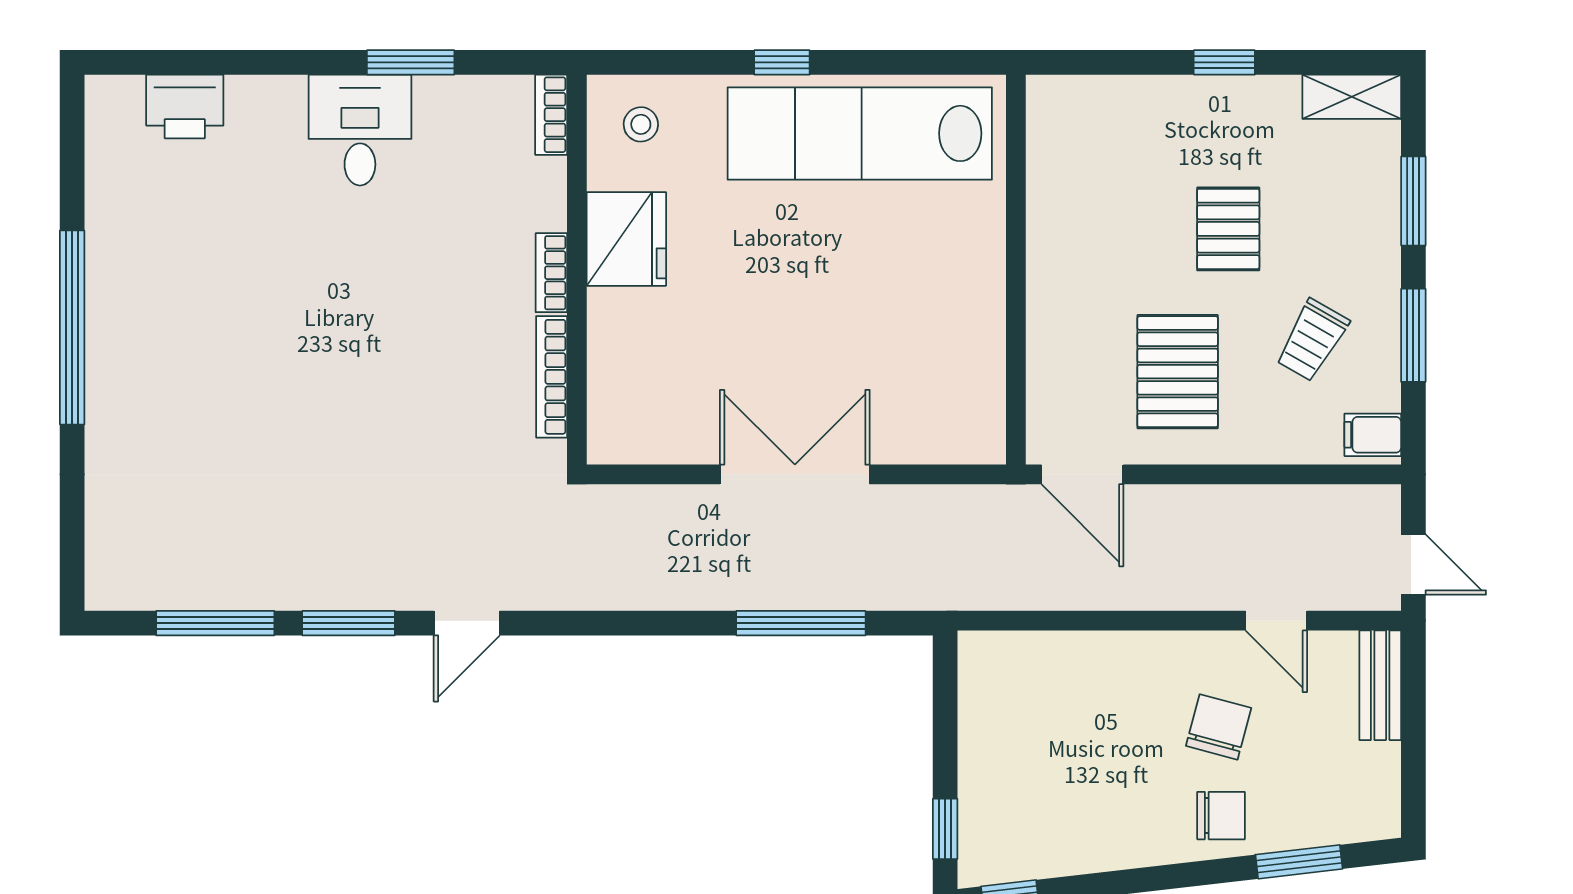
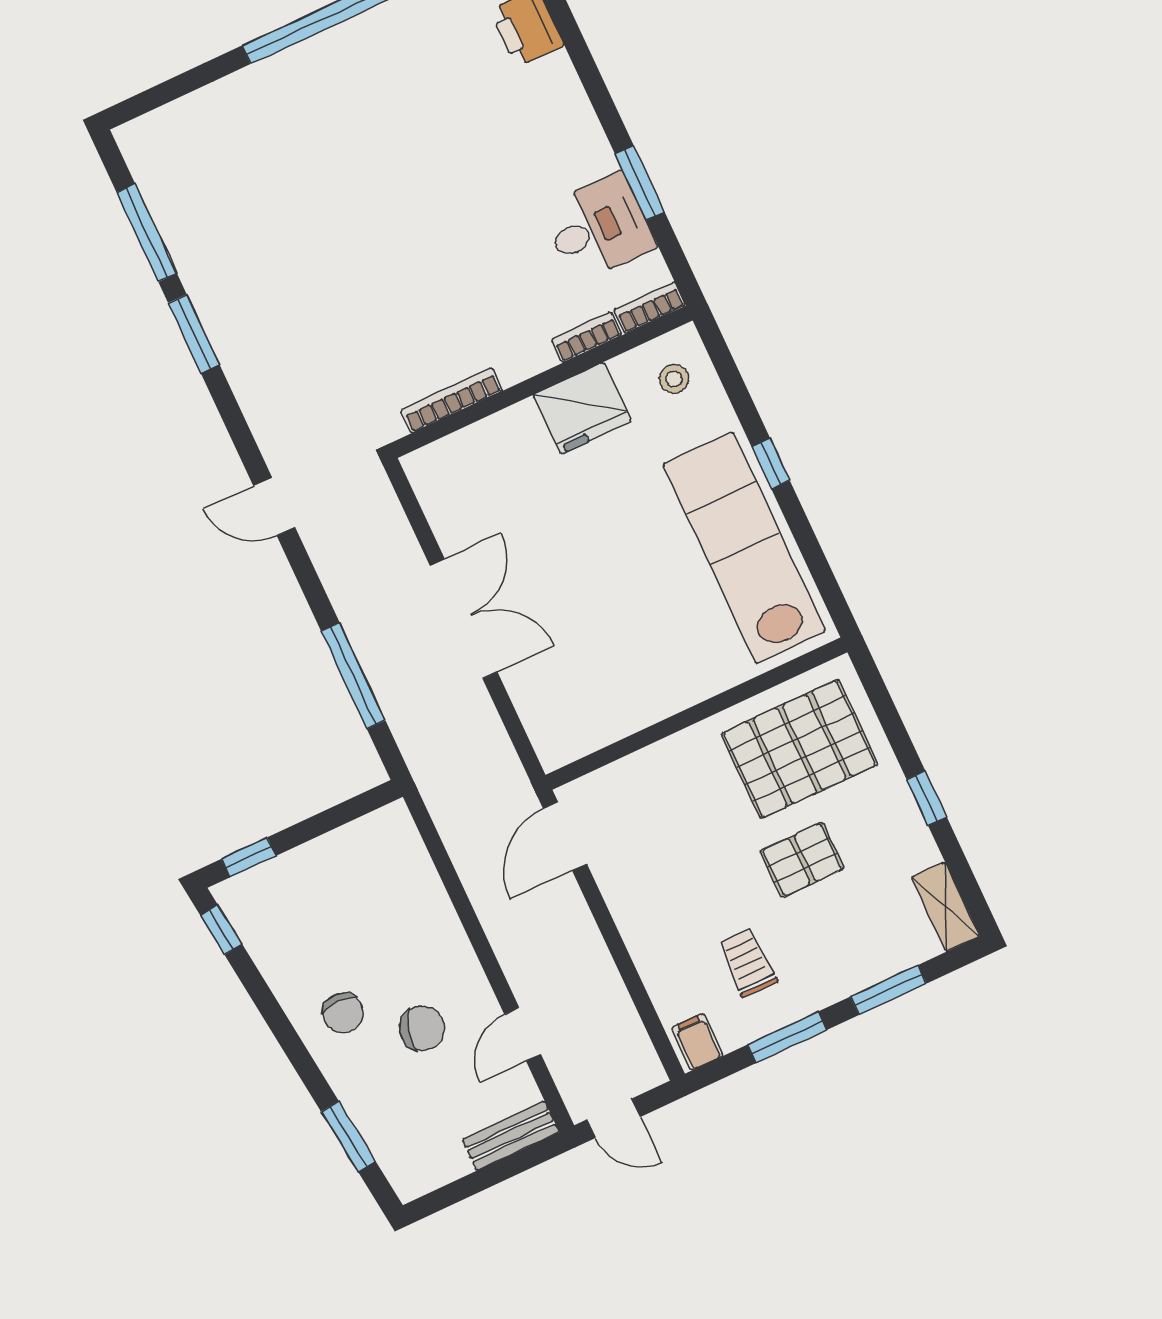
desk: (360, 130) -> (598, 228), moved
bookcase: (551, 273) -> (587, 337), moved
trolley: (1312, 340) -> (748, 963), turned 60
pallet: (1178, 372) -> (800, 749), moved, width x1.37, depth x1.41
door: (1413, 565) -> (614, 1118), hinge flipped
door: (467, 623) -> (274, 507), moved
chair: (1221, 816) -> (343, 1013), moved

